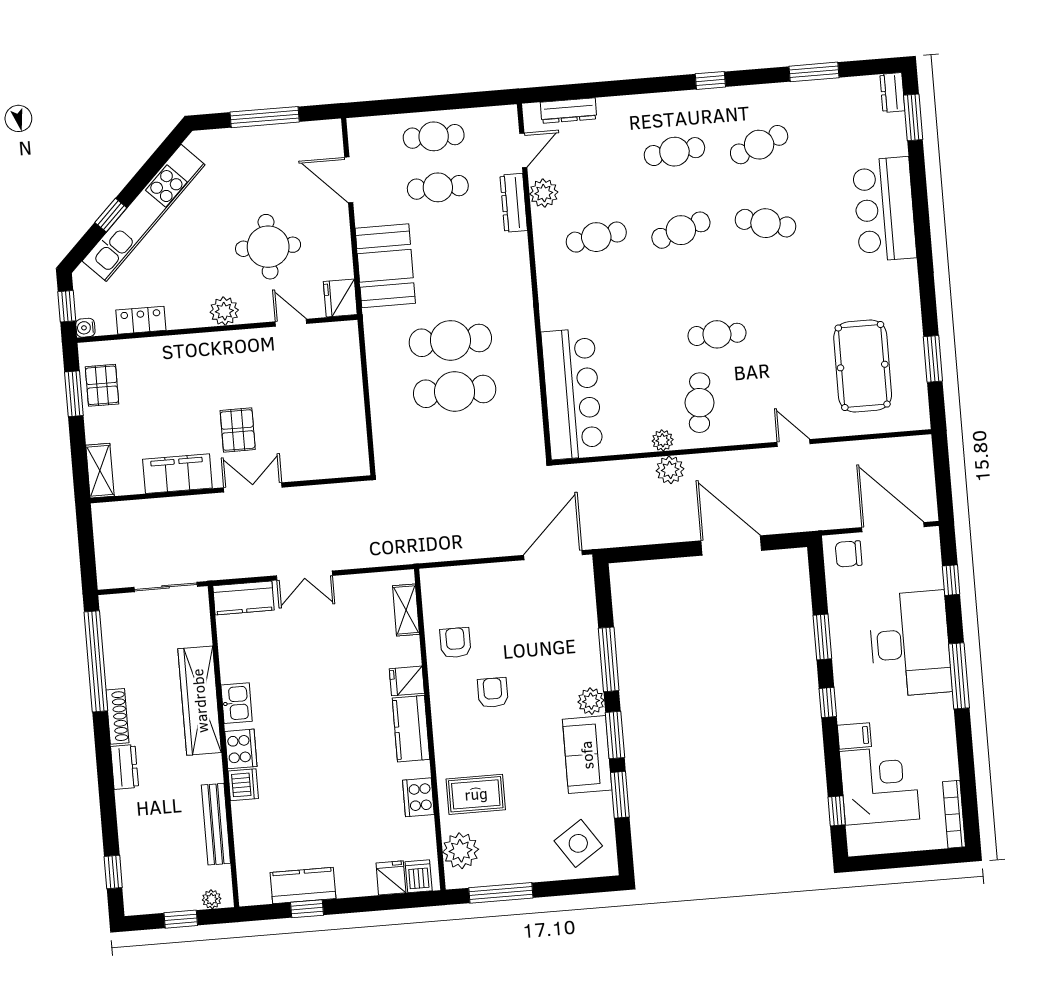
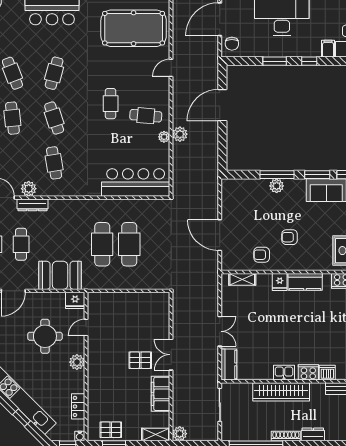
pool table: (863, 366) -> (134, 28), width x1.36, depth x1.32
plant: (105, 516) -> (180, 434), added
door: (553, 555) -> (220, 235), moved
plant: (591, 701) -> (277, 186), moved

